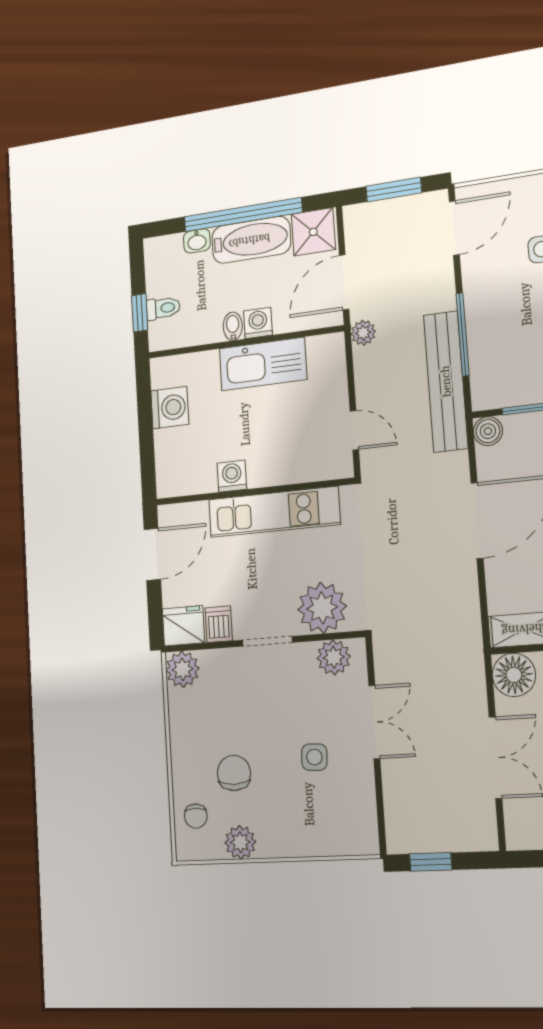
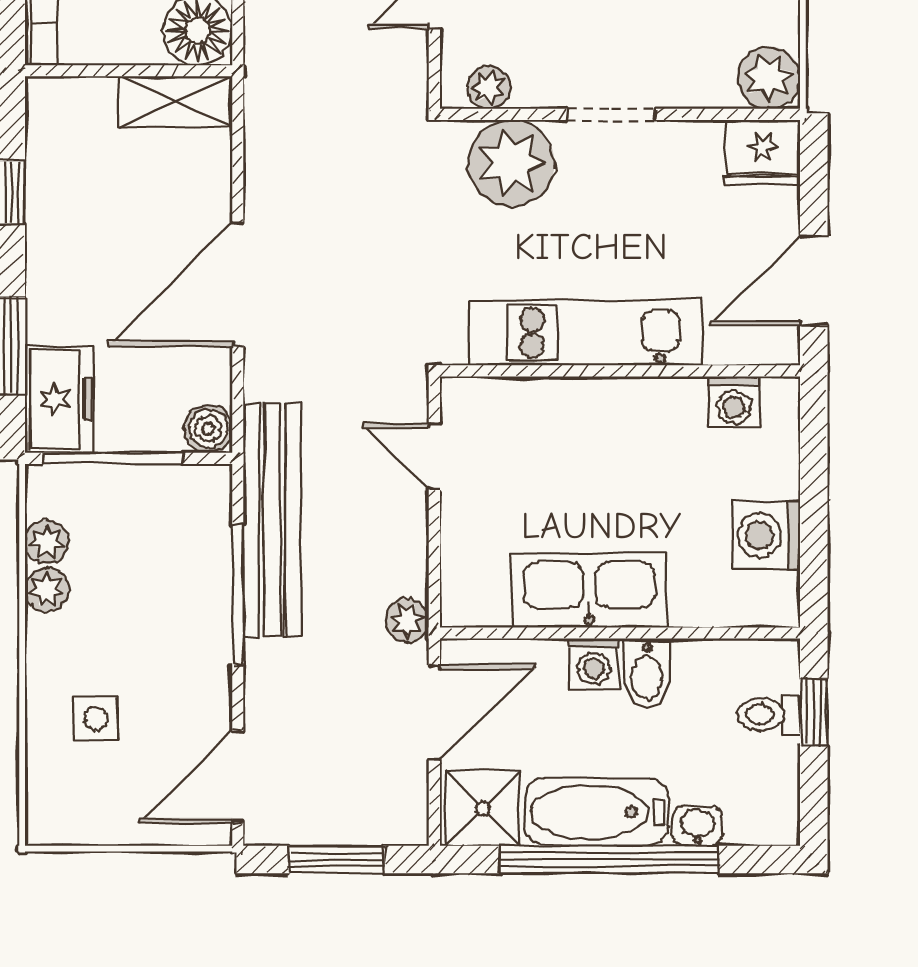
bidet: (233, 326) -> (647, 673), width x1.38, depth x1.36
washing machine: (232, 476) -> (734, 402), moved
dishwasher: (219, 624) -> (698, 150), removed
plant: (334, 657) -> (489, 87), width x0.73, depth x0.73

